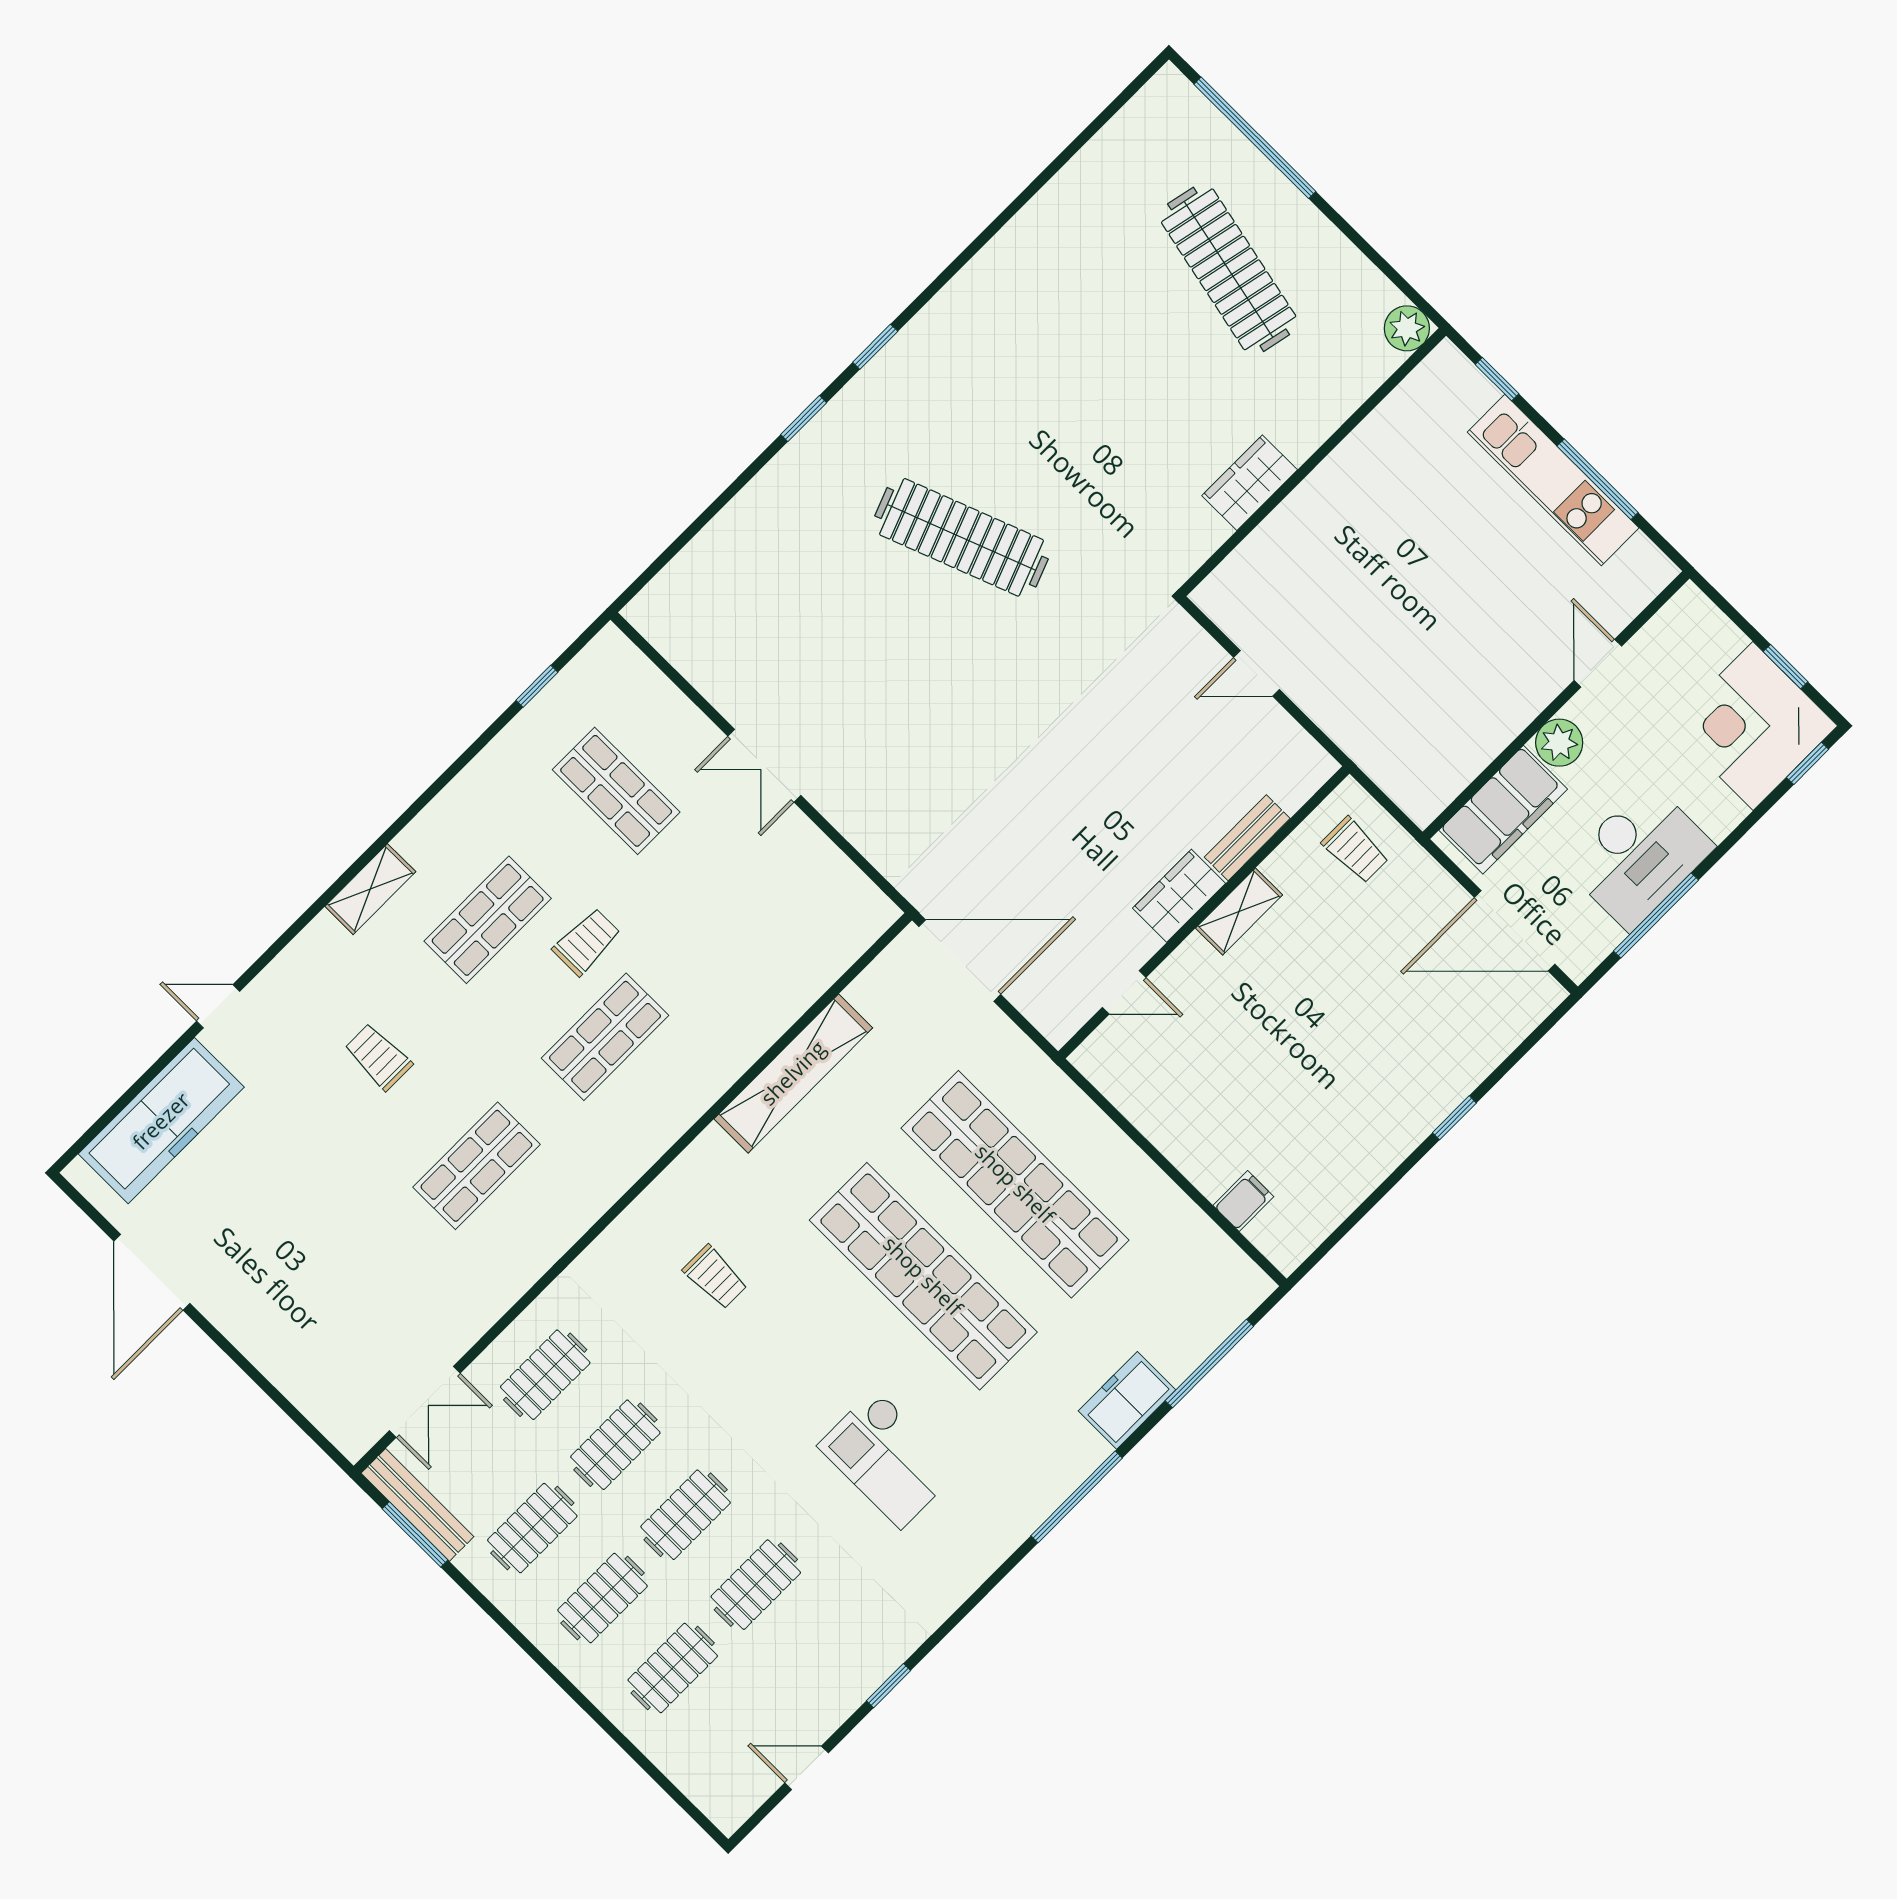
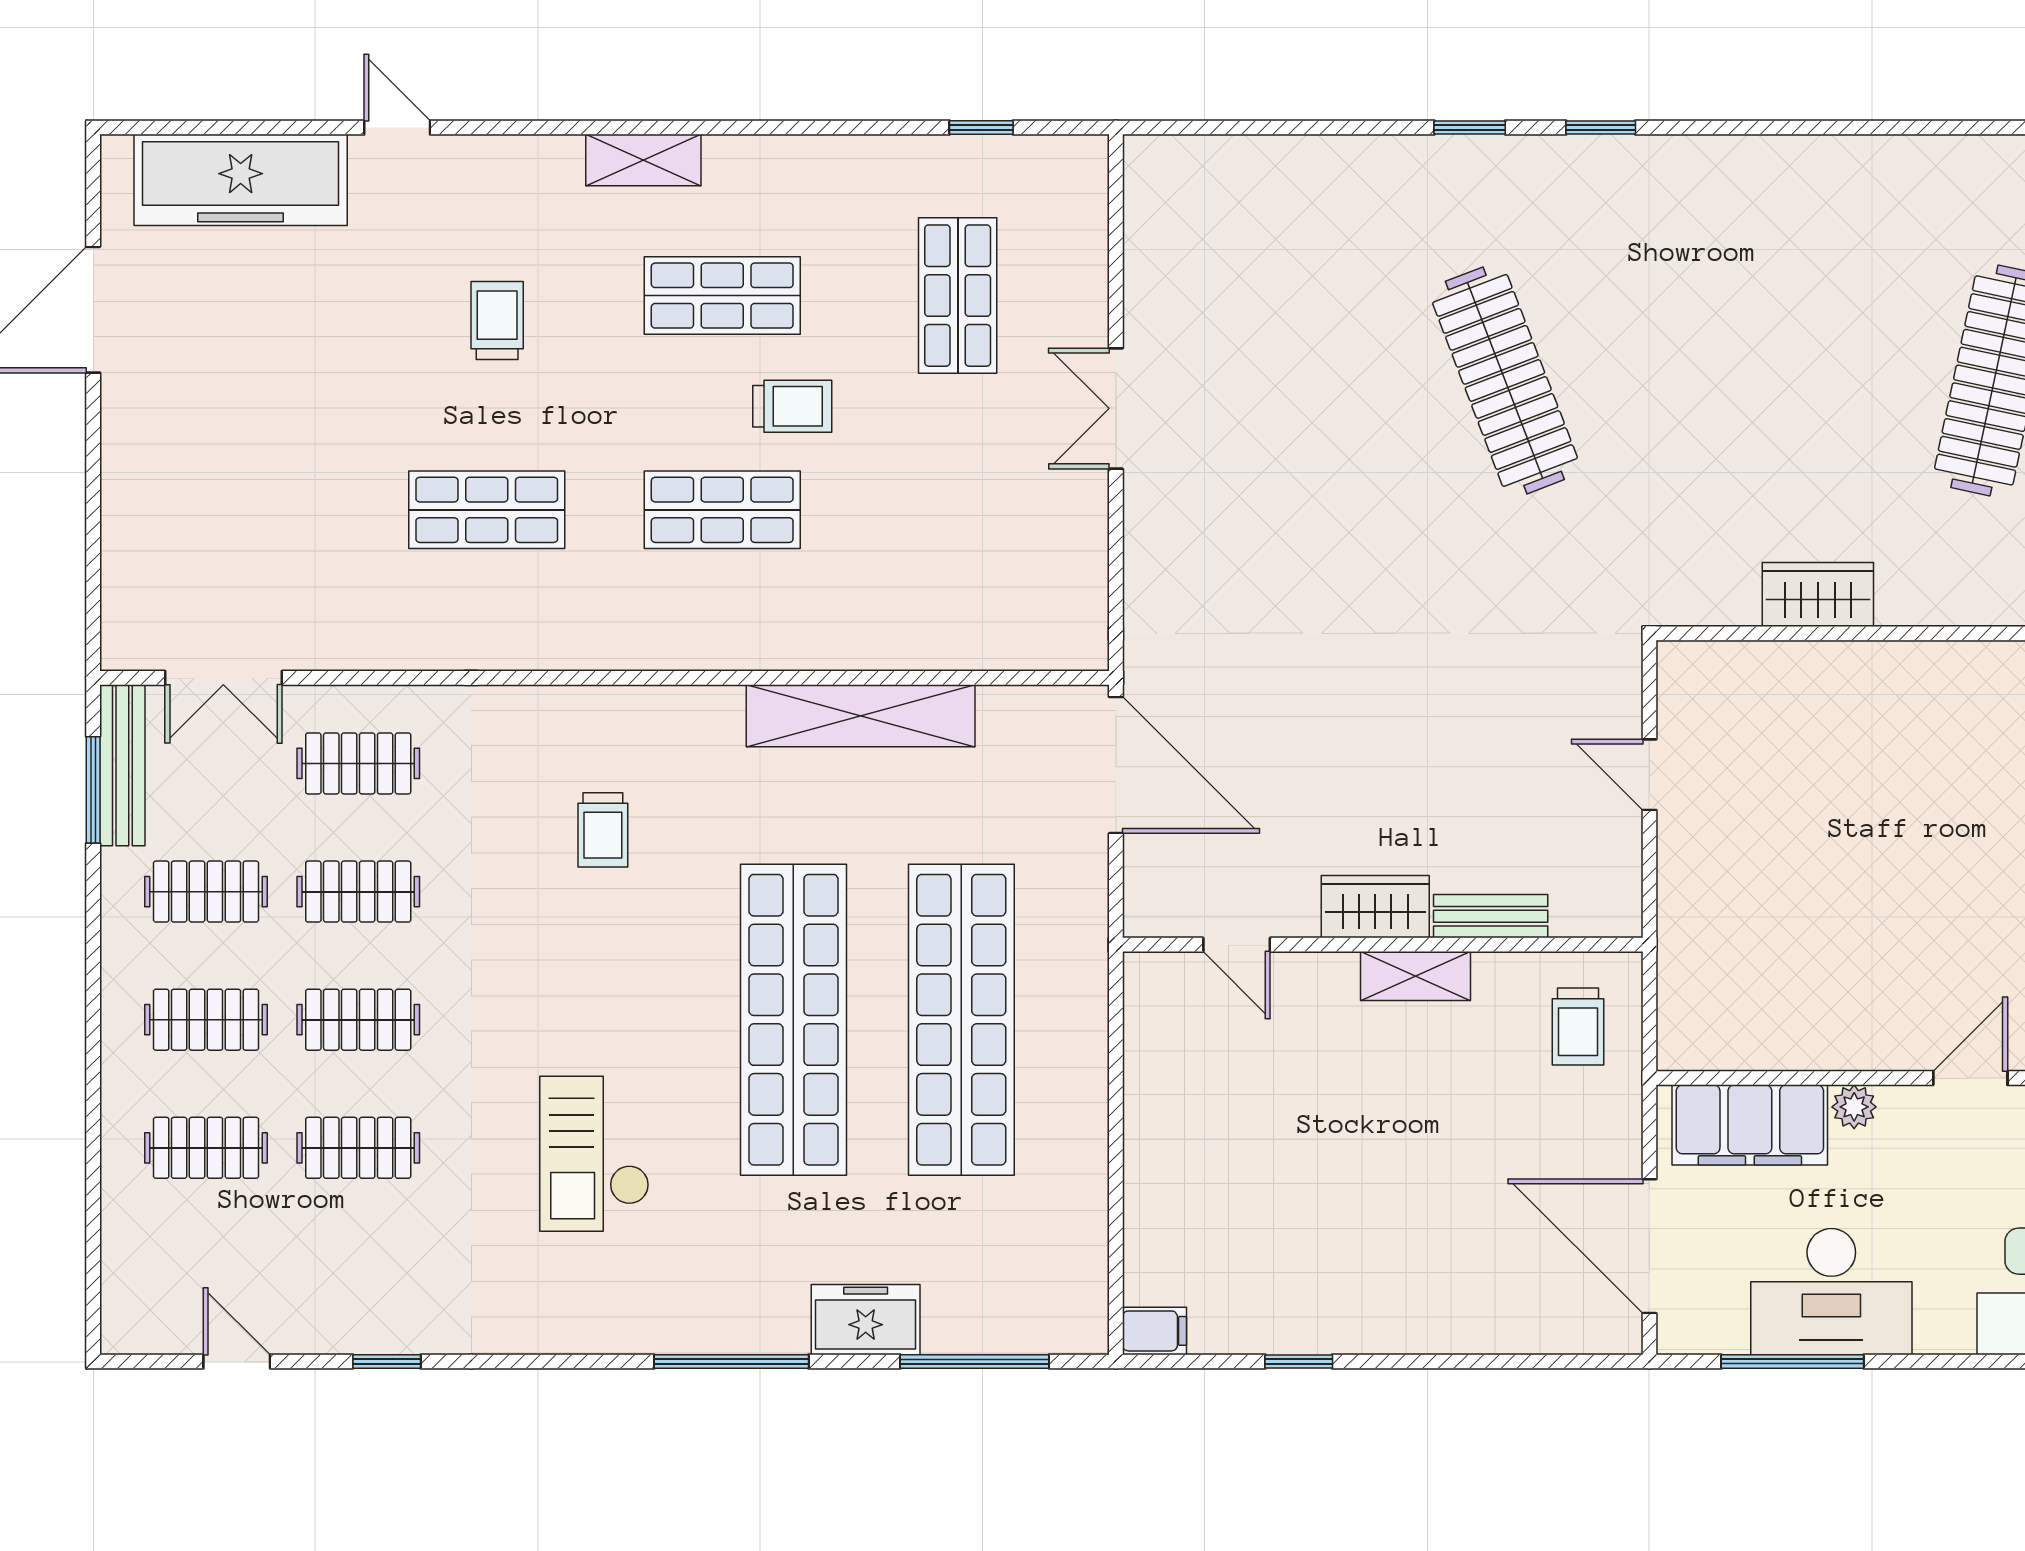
plant: (1559, 743) -> (1854, 1107), width x0.73, depth x0.73
window: (1454, 1118) -> (1299, 1362), moved
filing cabinet: (1243, 1201) -> (1154, 1331), moved

